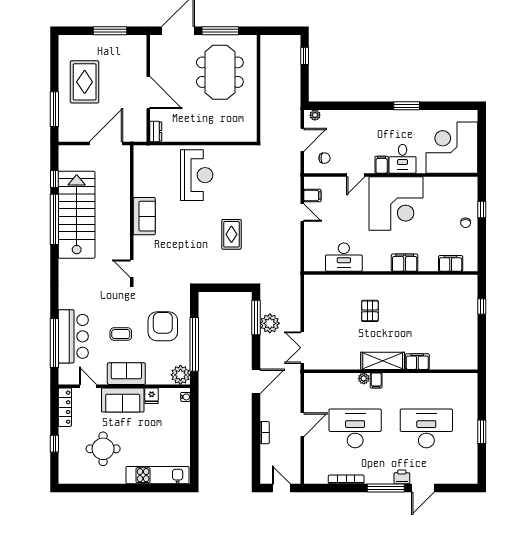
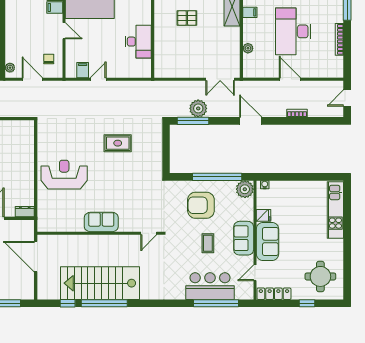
plant: (364, 378) -> (248, 48), moved
round table: (103, 449) -> (320, 276), moved

